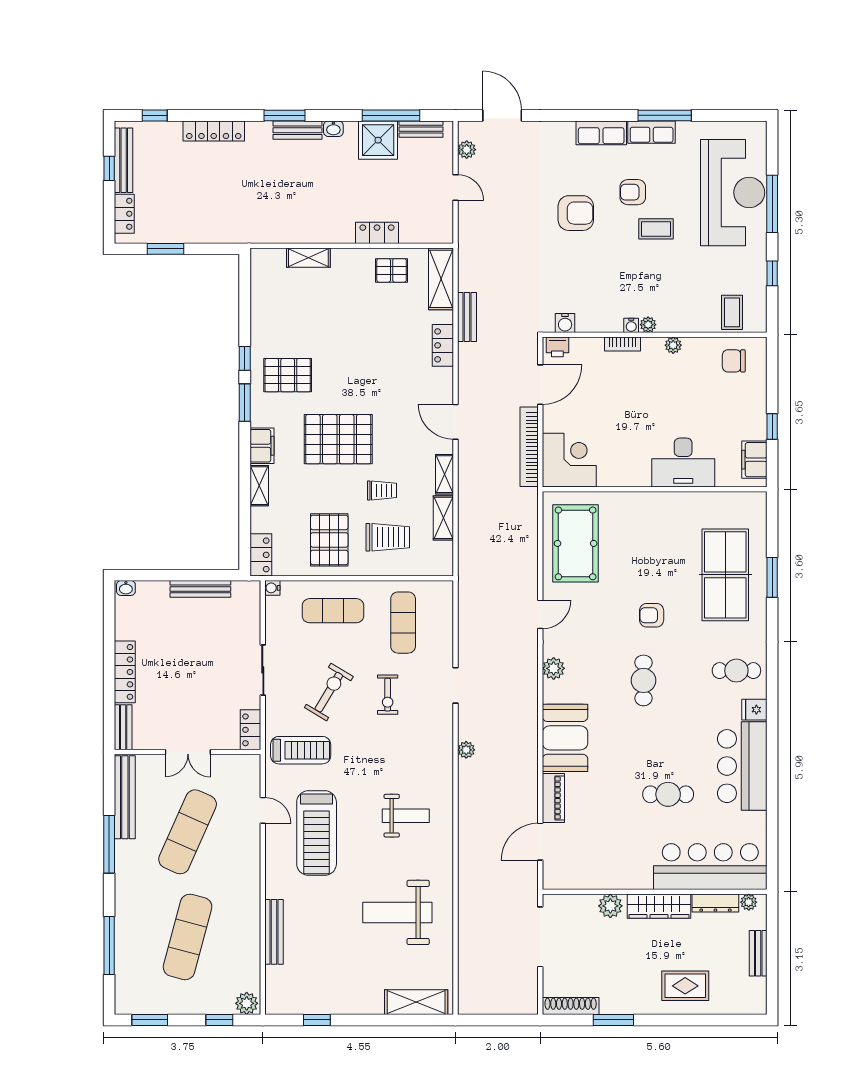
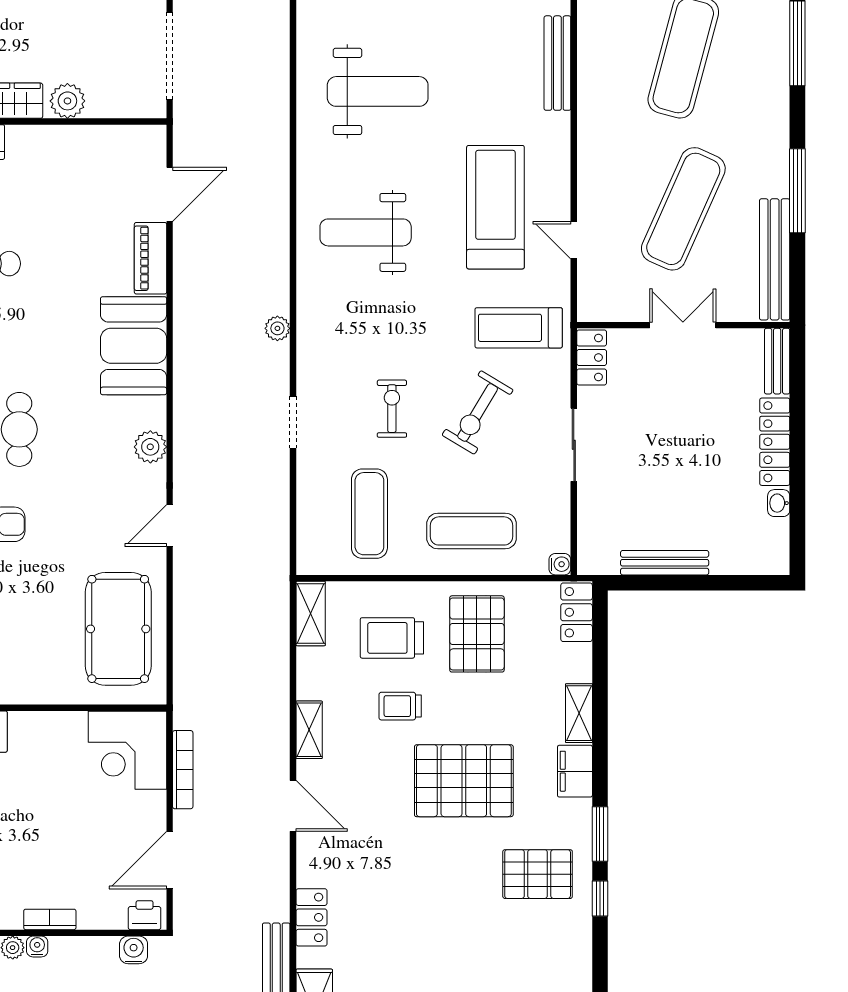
bookcase: (529, 447) -> (183, 770), width x0.68, depth x0.76
shelving: (443, 518) -> (311, 614), moved
washbasin: (126, 588) -> (779, 503), moved, turned -90
weight bench: (406, 816) -> (366, 232), width x1.36, depth x1.33

